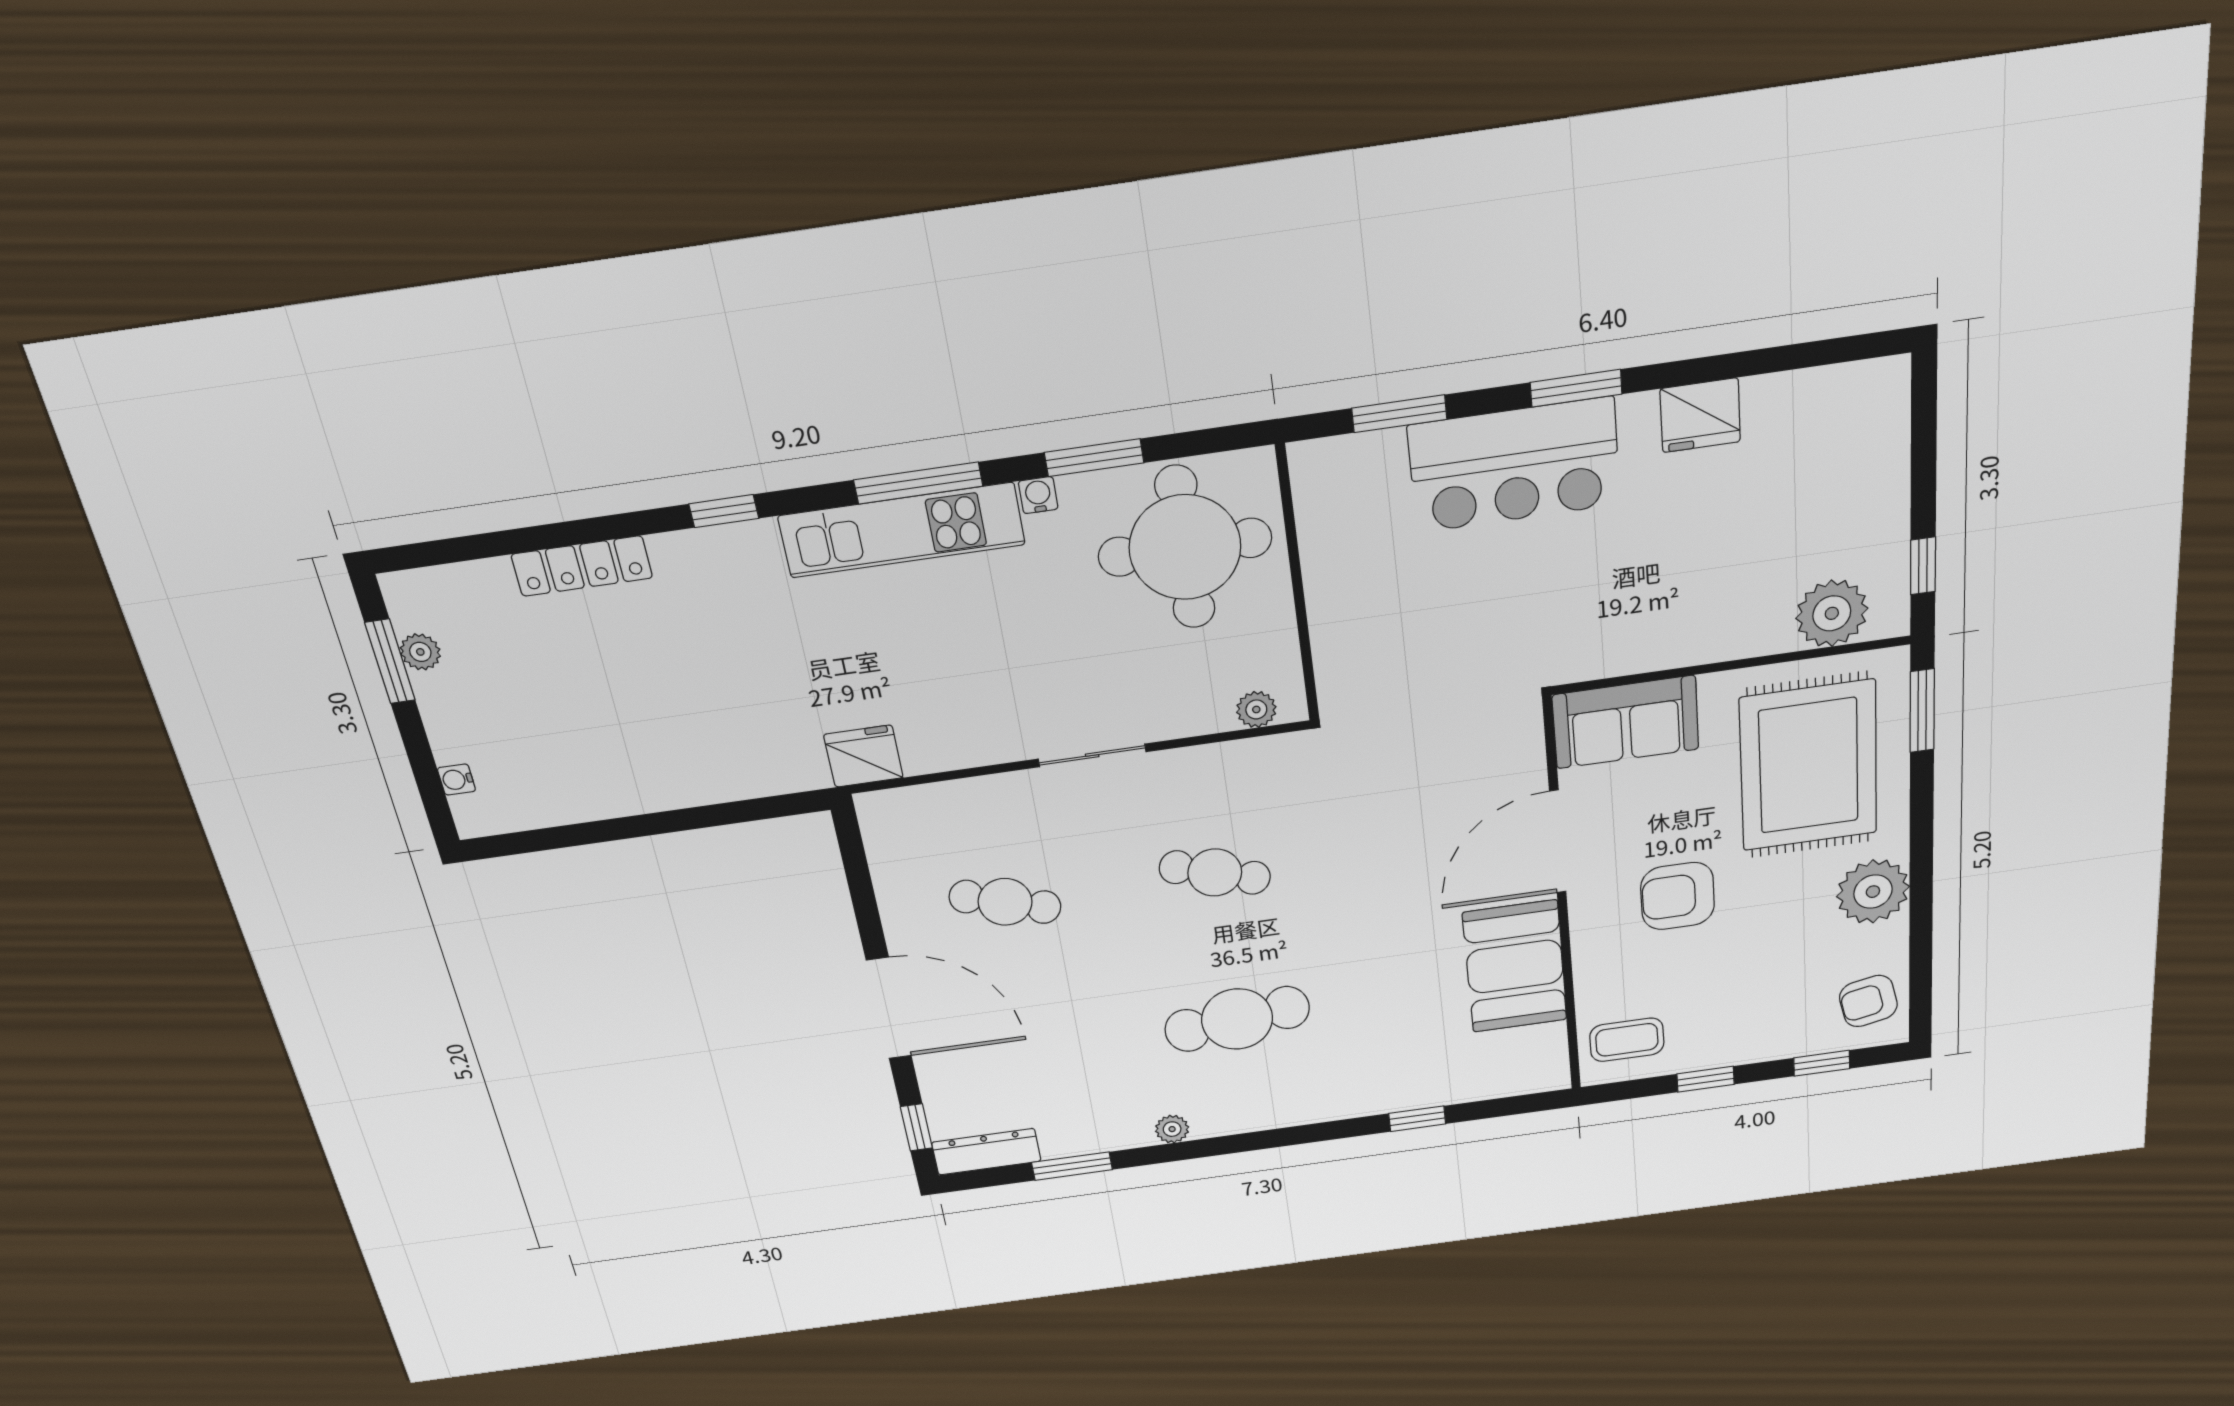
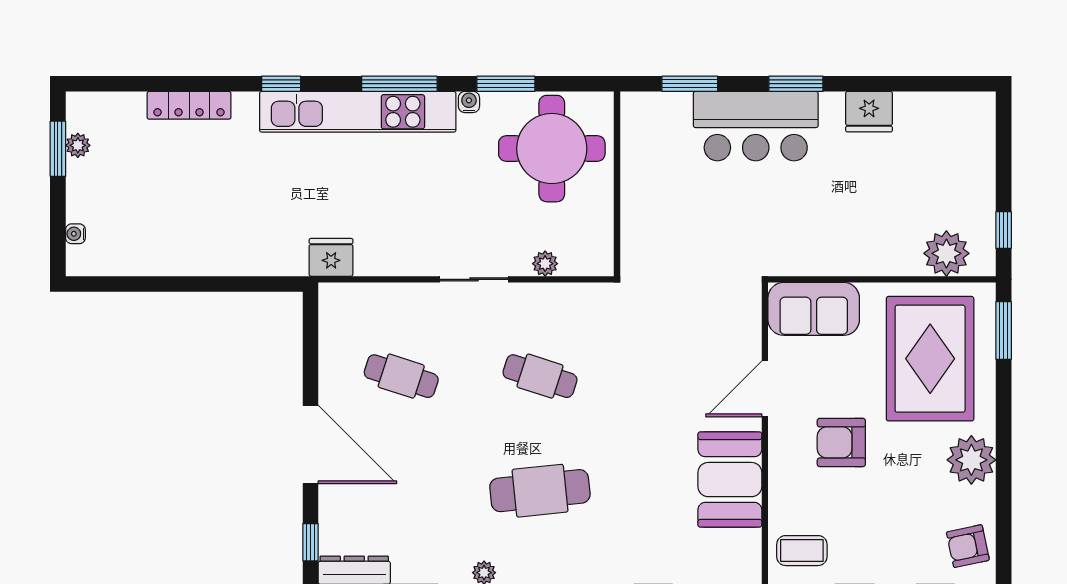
kitchen unit: (902, 530) -> (358, 112), width x1.36
plant: (1256, 709) -> (545, 264), moved
door: (1558, 842) -> (765, 389), width x0.73

